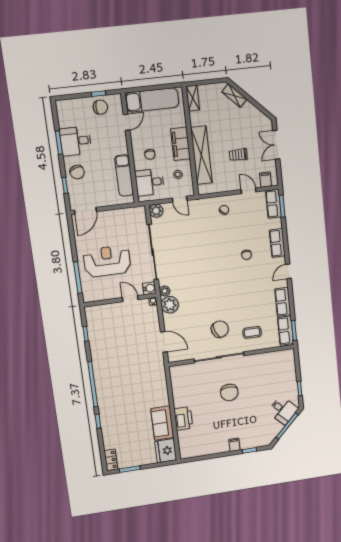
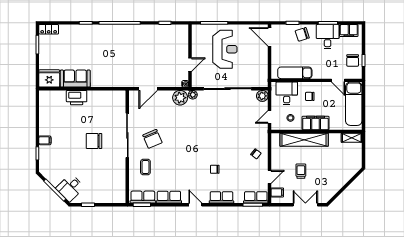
shelving: (234, 96) -> (350, 173), removed
filing cabinet: (65, 116) -> (349, 31), added
water cooler: (149, 288) -> (197, 82), removed

